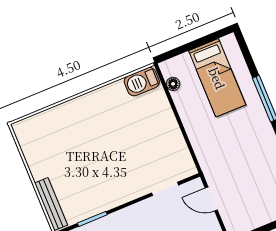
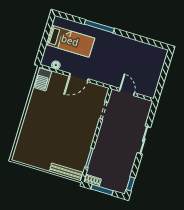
door: (181, 125) -> (79, 78), added
door: (211, 199) -> (127, 92), swing flipped

